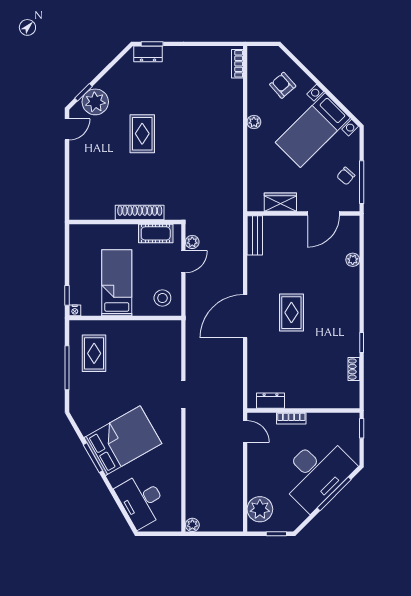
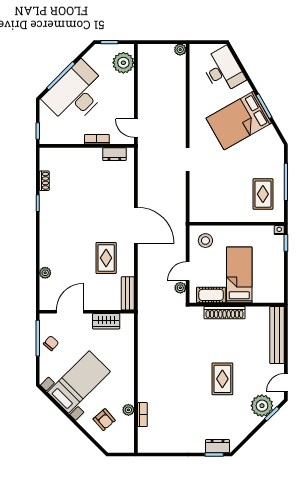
bookcase: (237, 64) -> (142, 415), moved
plant: (254, 122) -> (128, 410), moved
bench: (77, 186) -> (277, 335), added
bed: (117, 283) -> (239, 275), moved, turned 180
rug: (291, 313) -> (106, 258), moved
door: (245, 316) -> (136, 225), hinge flipped

